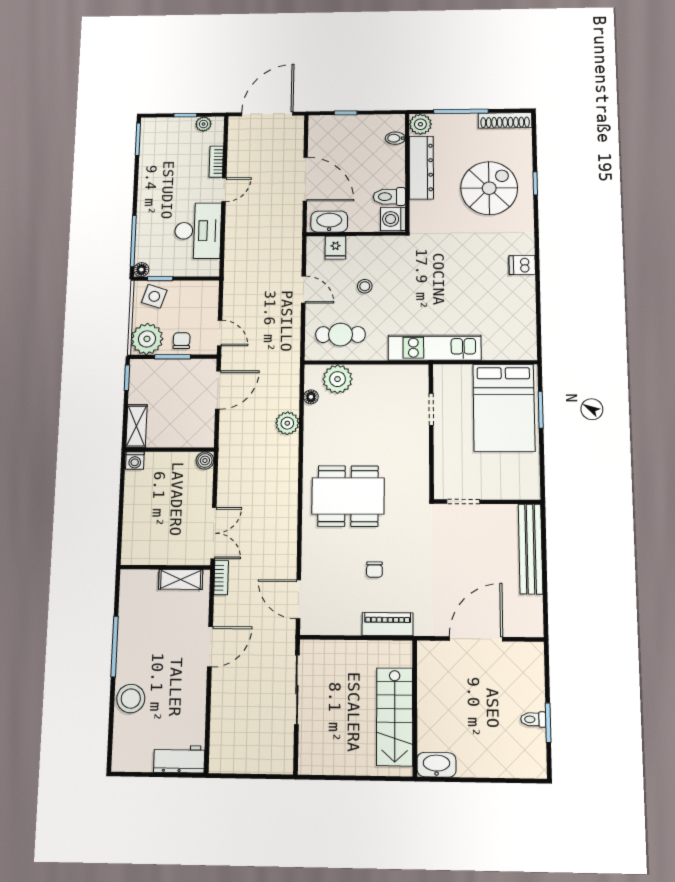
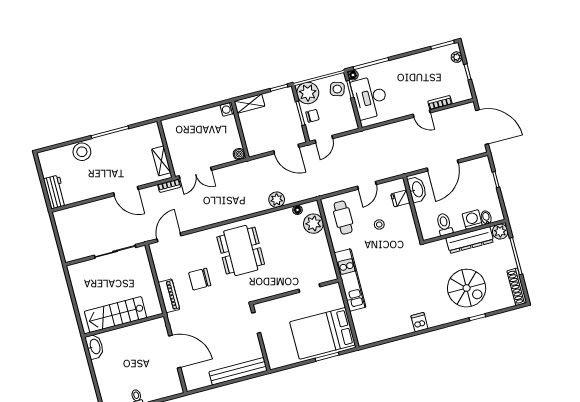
plant: (203, 124) -> (457, 57), moved
washing machine: (393, 219) -> (472, 220), moved
desk: (198, 231) -> (370, 98), moved, turned 90
chair: (374, 570) -> (200, 279), width x1.87, depth x1.87

